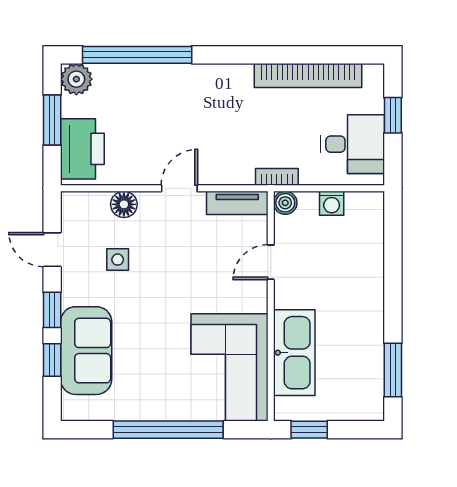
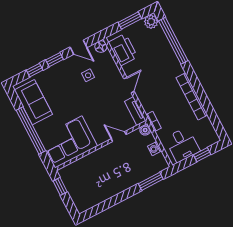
bookcase: (308, 76) -> (192, 96), moved
printer: (82, 149) -> (123, 50), moved, turned -90
door: (179, 188) -> (129, 85), hinge flipped
floor lamp: (124, 204) -> (101, 47), moved
door: (52, 250) -> (78, 47), swing flipped
sofa: (86, 351) -> (33, 102), moved, turned -90
kitchen sink: (294, 353) -> (88, 165), removed
window: (393, 370) -> (151, 181), moved

